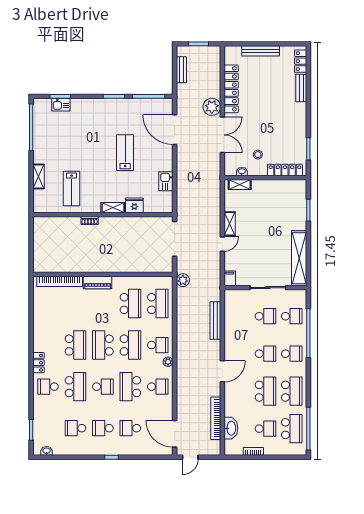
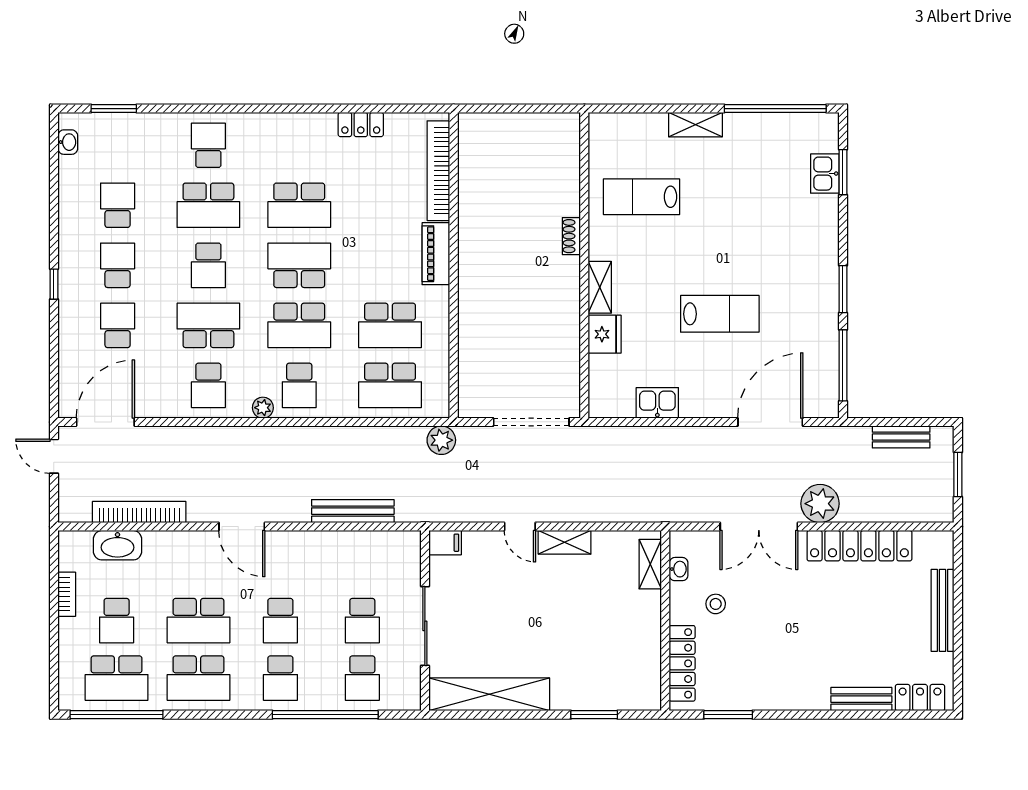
shelving: (39, 177) -> (696, 125), moved
locker: (39, 363) -> (361, 125), moved

